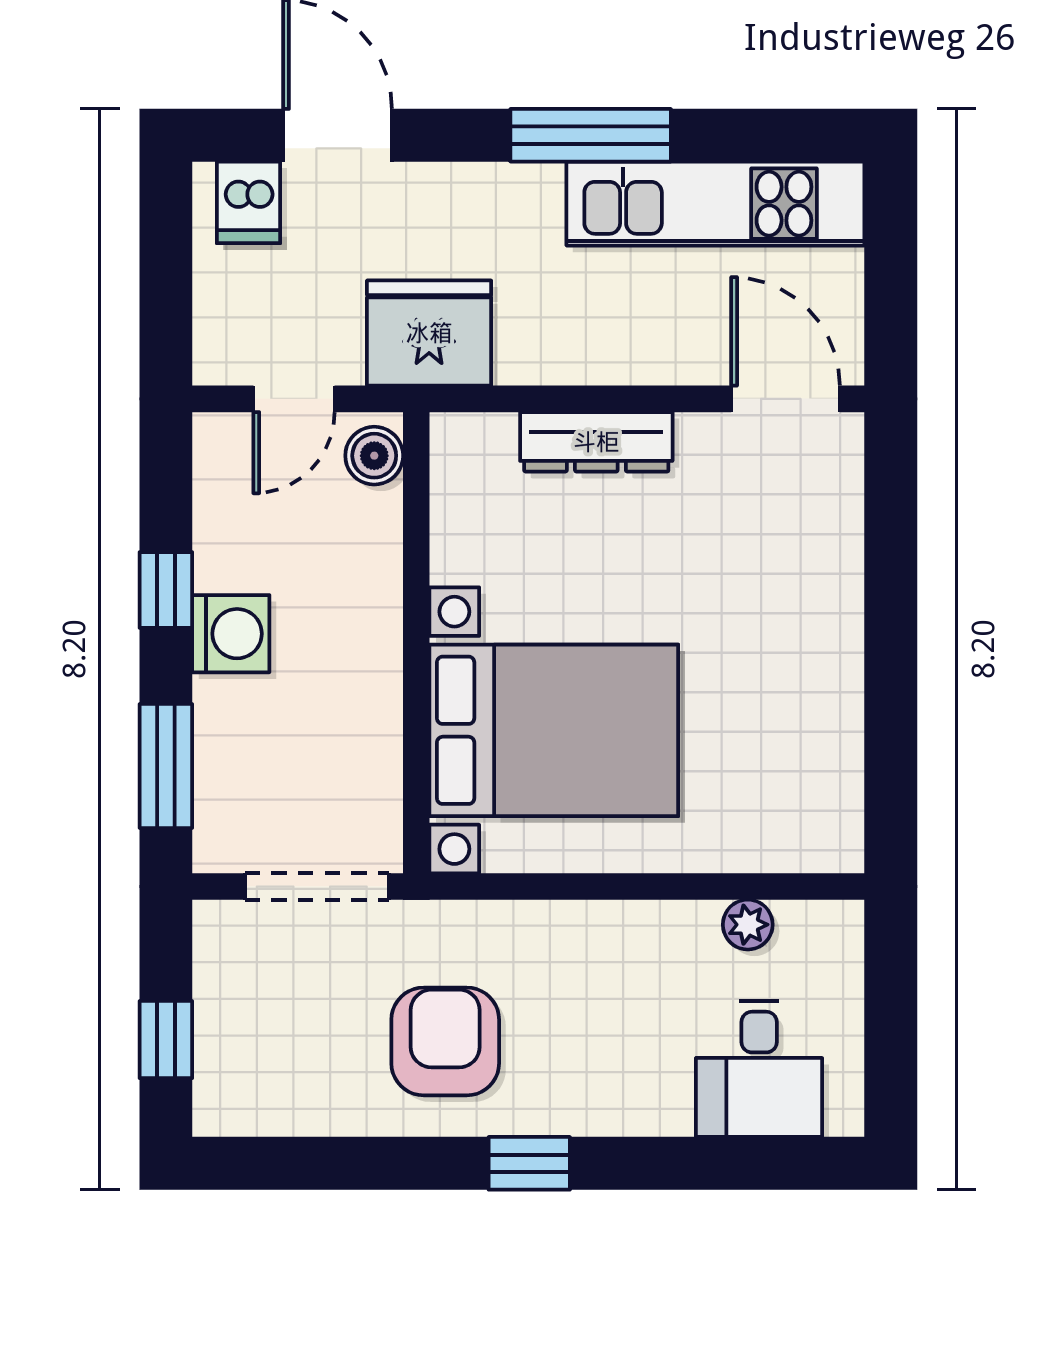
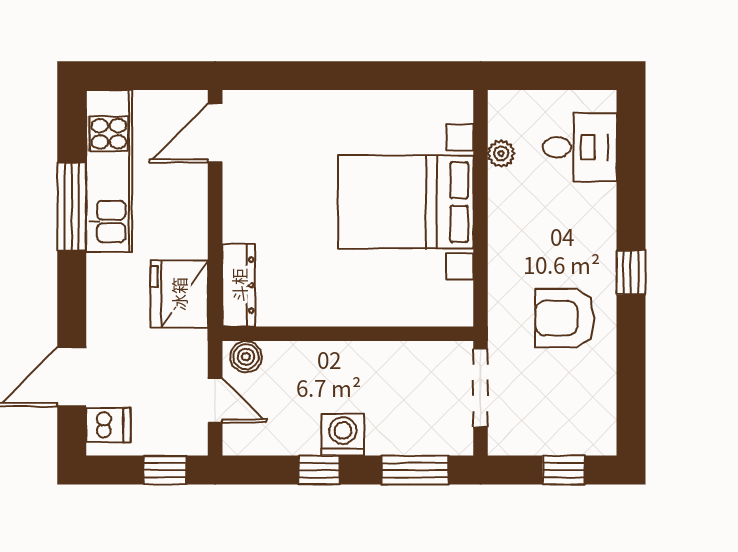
window: (591, 135) -> (72, 206), moved
window: (166, 306) -> (165, 470), added
fridge: (429, 333) -> (179, 294), moved
dresser: (596, 442) -> (239, 285), moved
bed with nightstands: (554, 730) -> (406, 202), moved, turned -90

